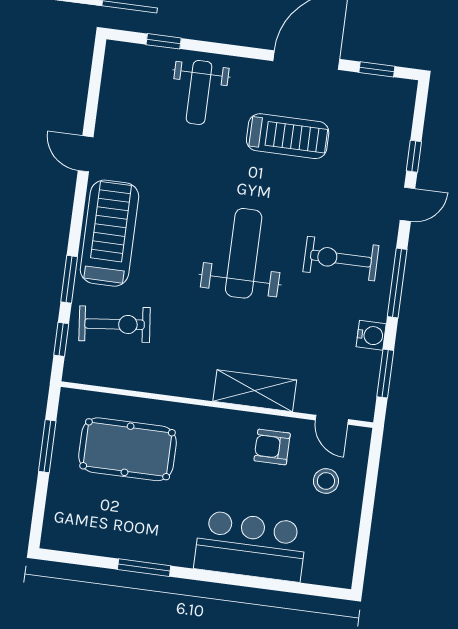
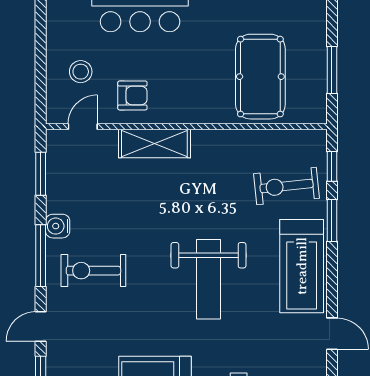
weight bench: (244, 253) -> (208, 279), moved
exercise bike: (341, 259) -> (93, 271), turned 180
water cooler: (371, 335) -> (58, 226), moved
door: (332, 420) -> (83, 127), hinge flipped
pool table: (128, 449) -> (260, 77), turned 90

